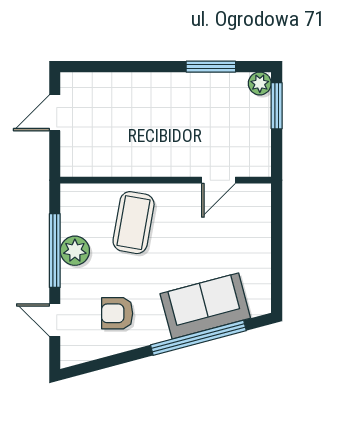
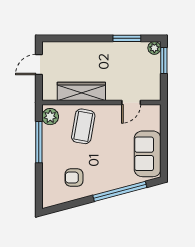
wardrobe: (130, 161) -> (81, 91), added
plant: (75, 251) -> (50, 117), moved
sofa: (205, 306) -> (148, 154), moved, turned -75
door: (55, 320) -> (39, 181), removed

